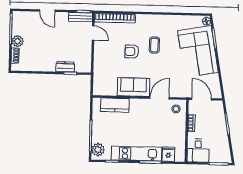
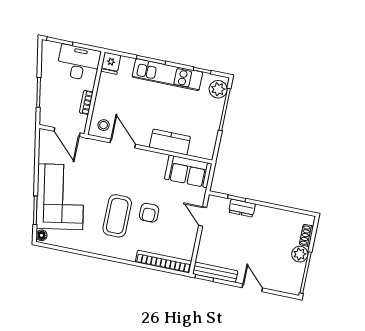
bench: (81, 17) -> (215, 272), width x1.36
door: (93, 33) -> (203, 216), moved
coffee table: (154, 45) -> (117, 216), width x1.86, depth x1.72
armchair: (132, 51) -> (149, 213), turned 90
sofa: (134, 87) -> (188, 171), moved
door: (160, 98) -> (123, 144), swing flipped
kitchen counter: (115, 105) -> (170, 142), moved
desk: (198, 151) -> (79, 63), width x1.37
fridge: (168, 154) -> (111, 63), moved

